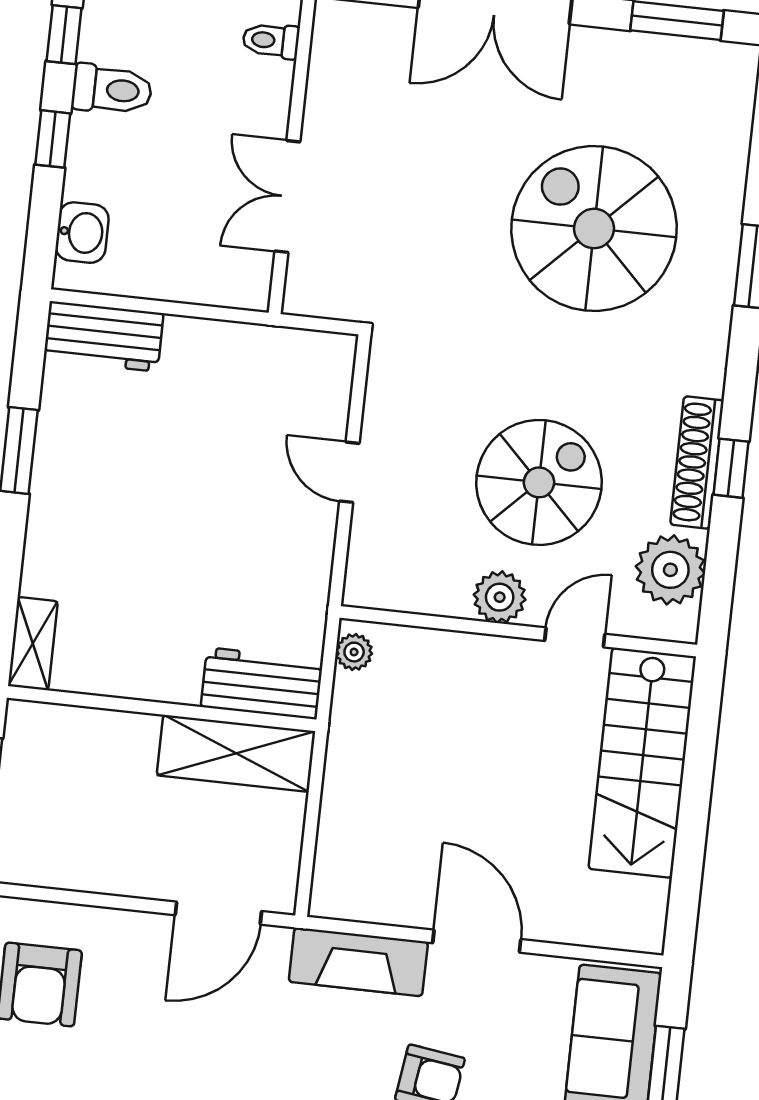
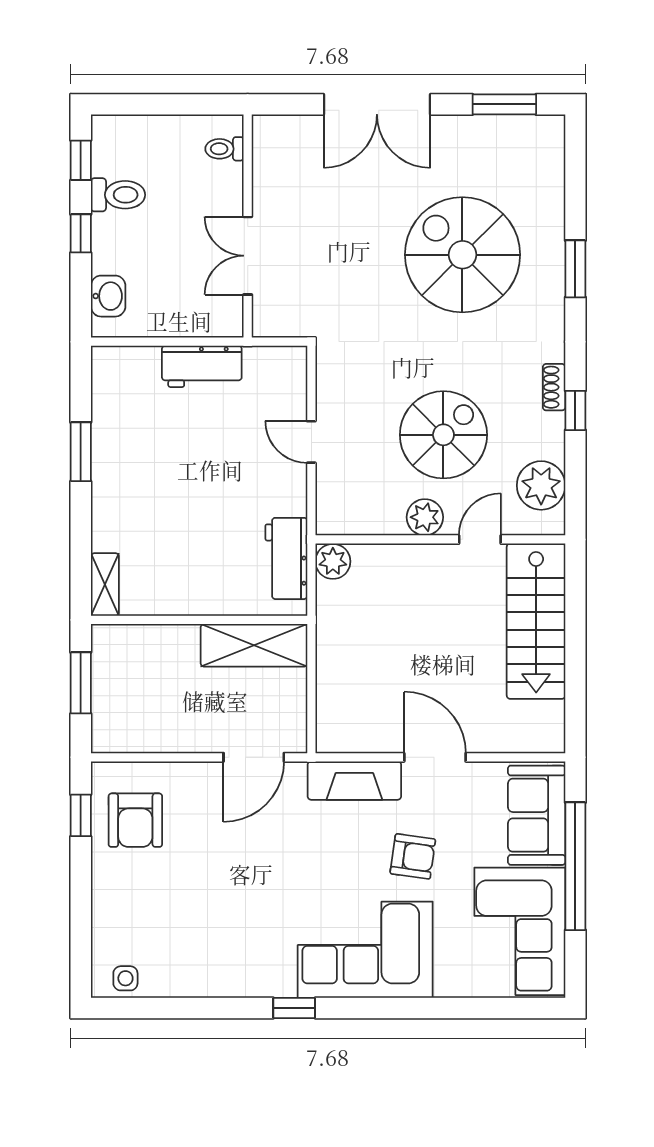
workbench: (103, 336) -> (202, 366), moved
shoe rack: (697, 462) -> (554, 387), width x0.51, depth x0.81
plant: (354, 652) -> (333, 561), width x1.38, depth x1.38
workbench: (262, 683) -> (286, 558), moved, turned -90

